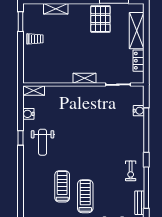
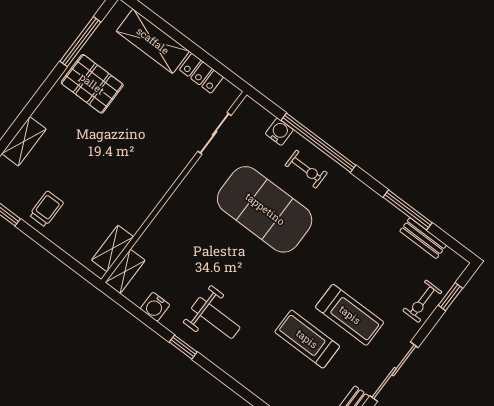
shelving: (84, 78) -> (112, 248), moved
exercise mat: (102, 129) -> (265, 209), added
exercise bike: (131, 171) -> (306, 169), moved
window: (146, 188) -> (408, 210), width x0.68
treadmill: (85, 196) -> (350, 315), turned 180

